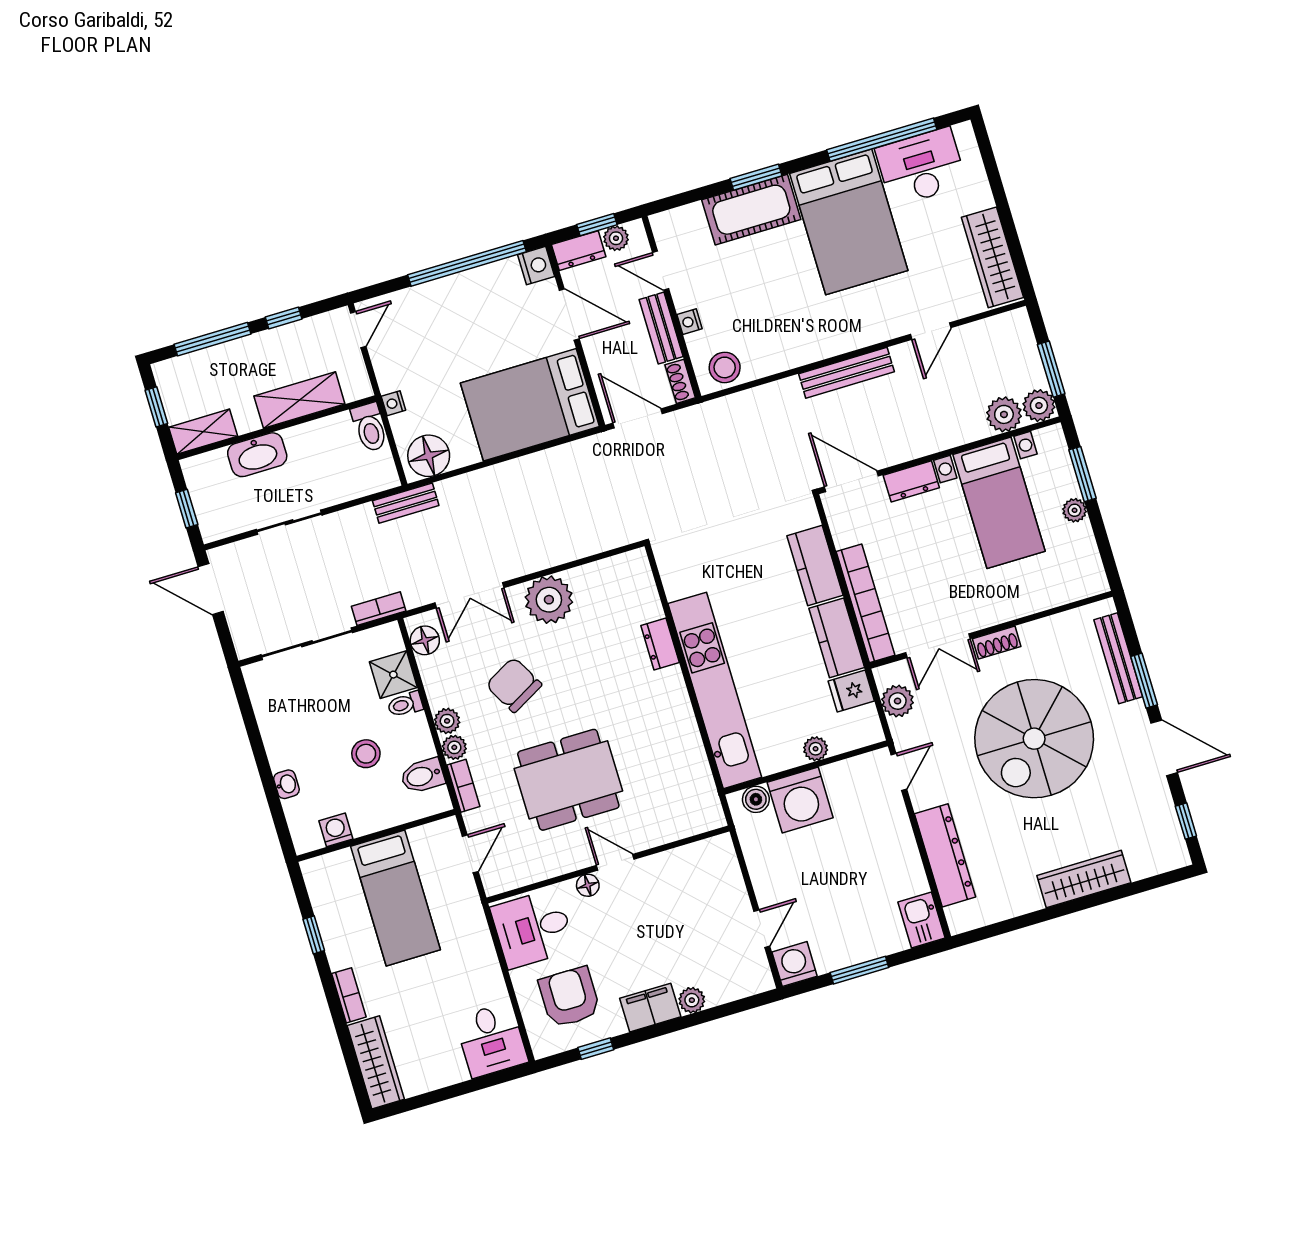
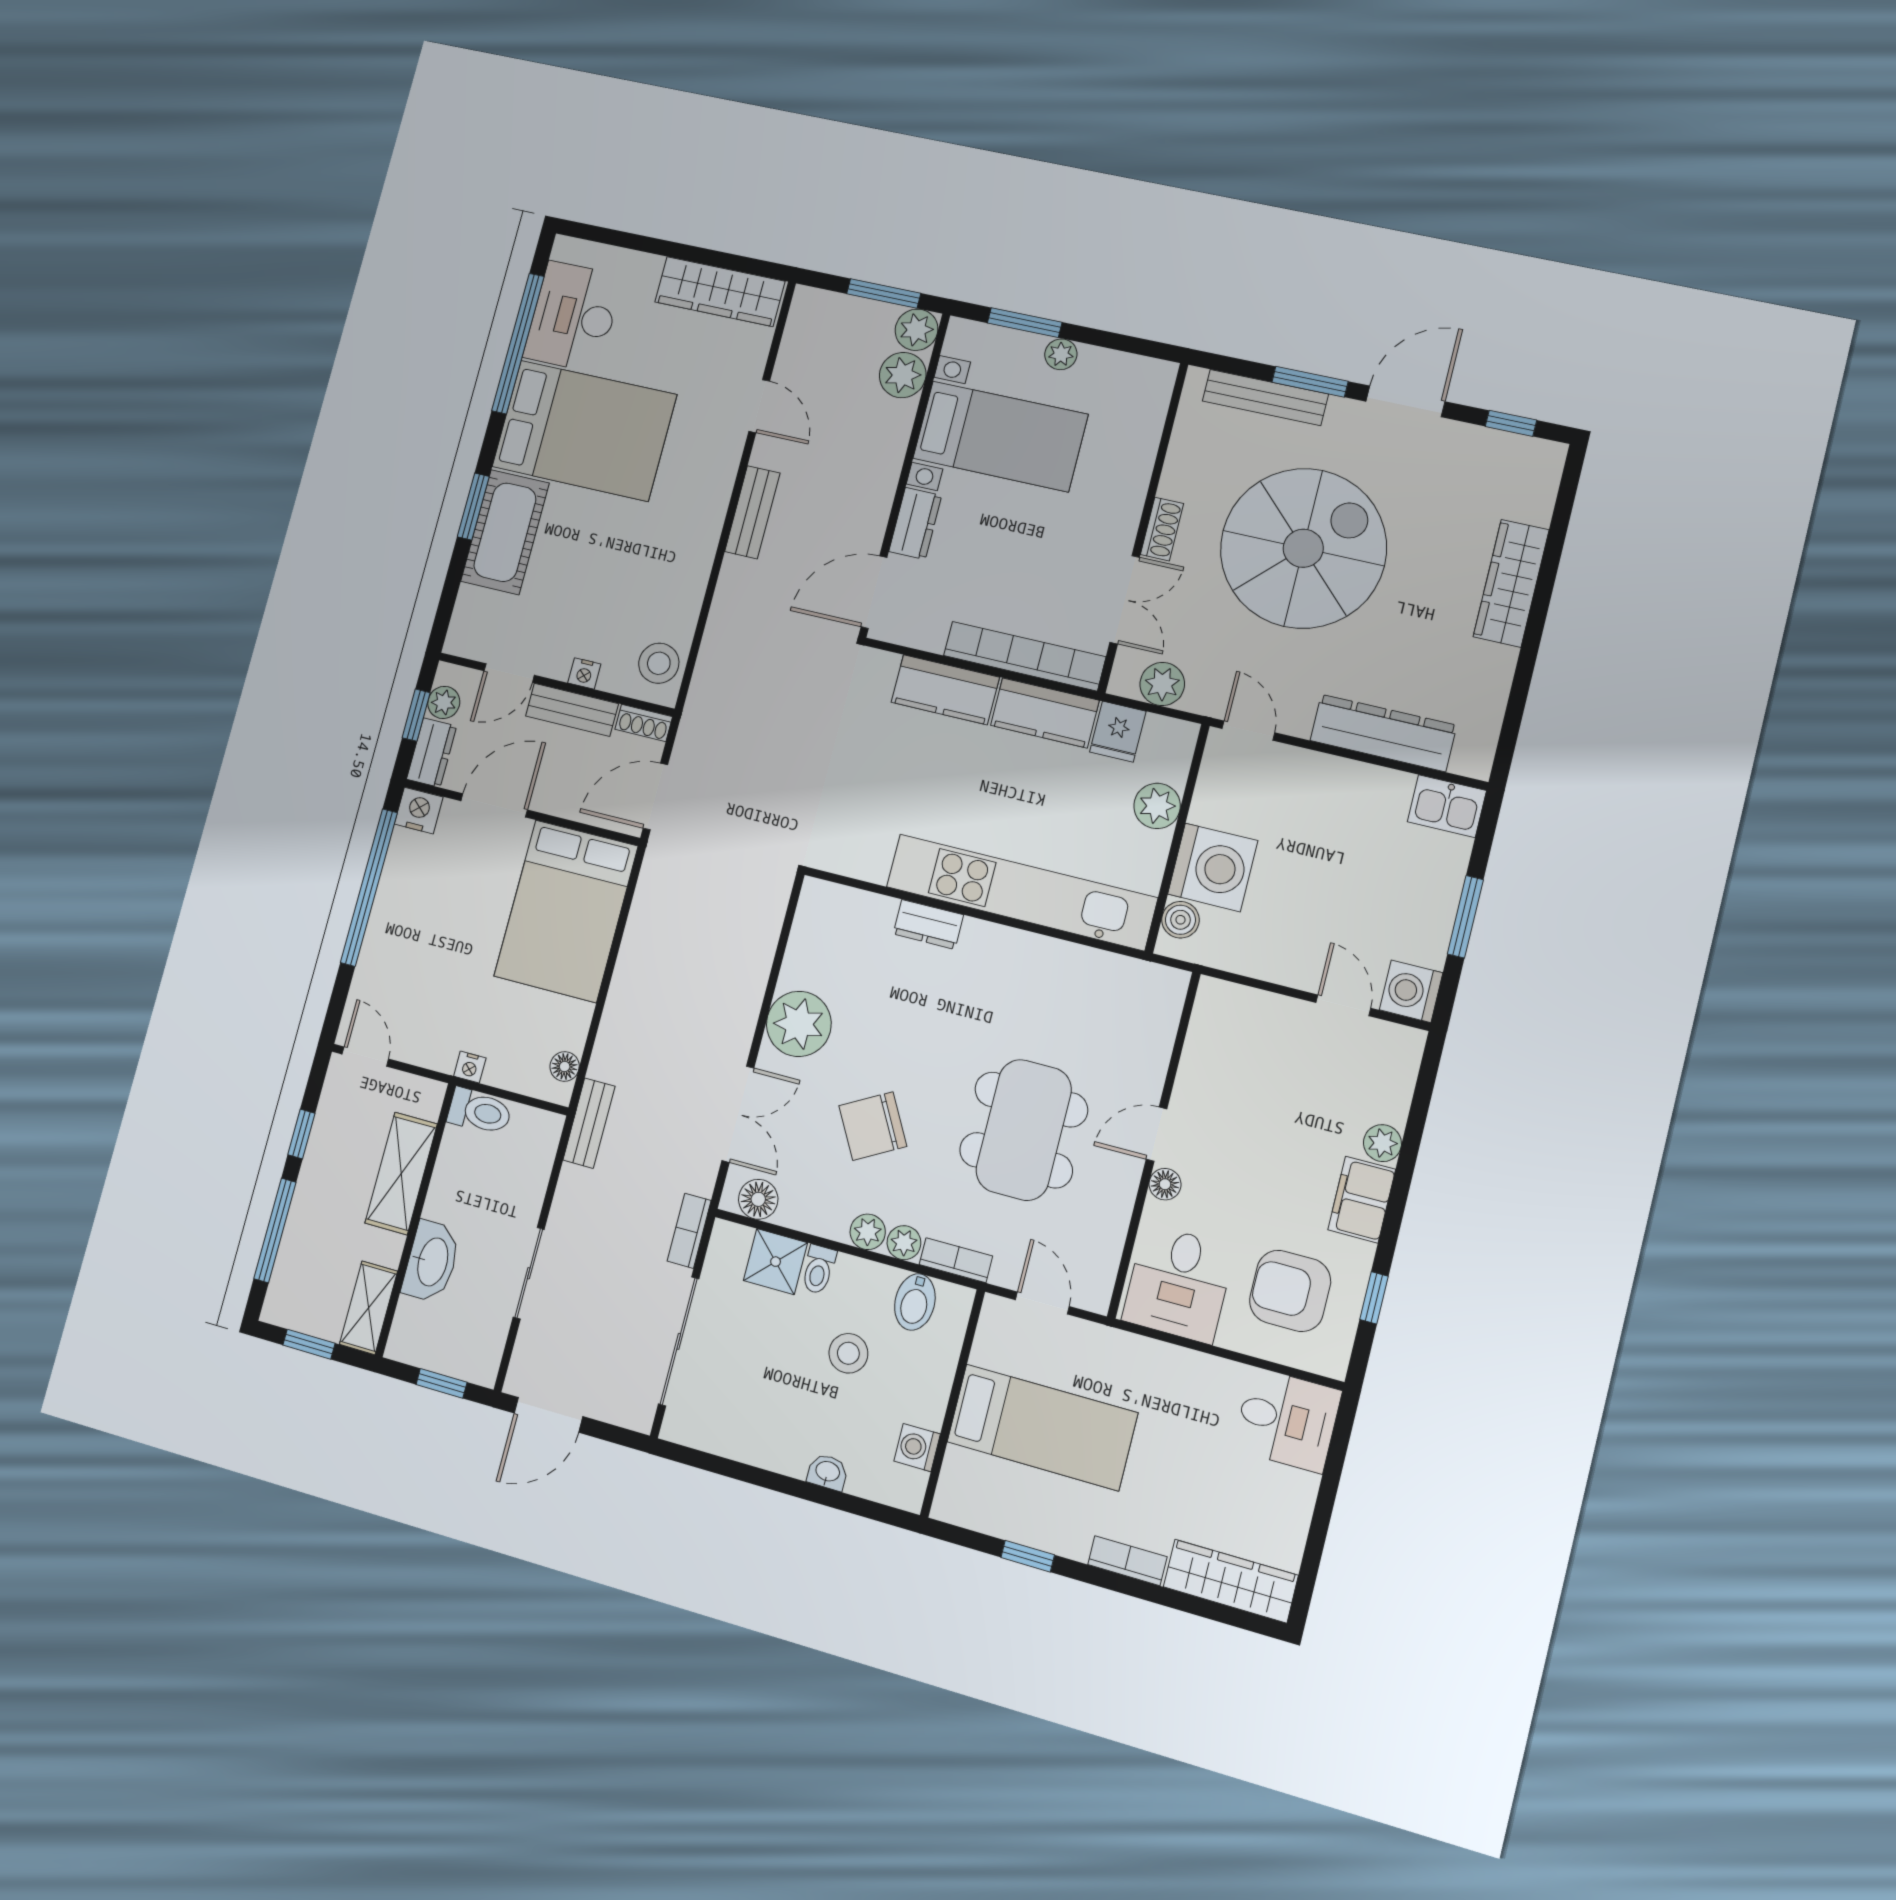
bench: (846, 373) -> (752, 512), width x0.73
floor lamp: (429, 456) -> (565, 1066), width x0.53, depth x0.53
spiral stairs: (1034, 739) -> (1303, 548), turned -90
plant: (816, 749) -> (1157, 806), width x1.38, depth x1.38

